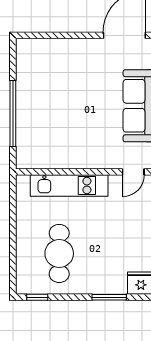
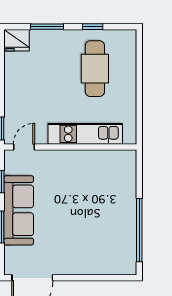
window: (13, 114) -> (139, 230), moved
window: (37, 297) -> (93, 27), moved

